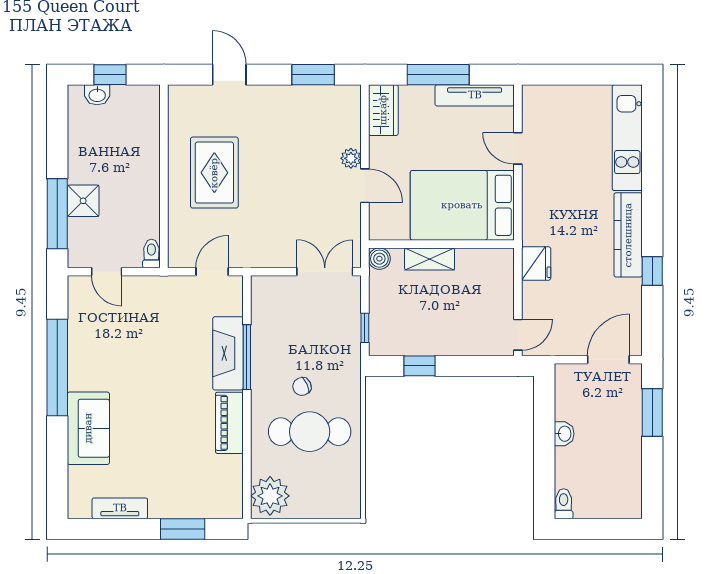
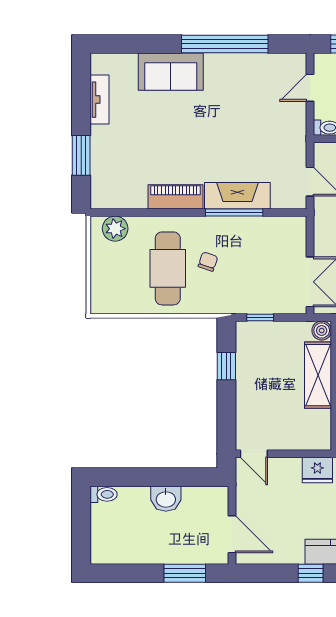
shelving: (430, 259) -> (318, 375), width x1.50, depth x1.33
chair: (302, 386) -> (208, 262), turned 44
washbasin: (564, 434) -> (166, 499), width x1.38, depth x1.45
plant: (270, 496) -> (115, 229), width x0.73, depth x0.73

